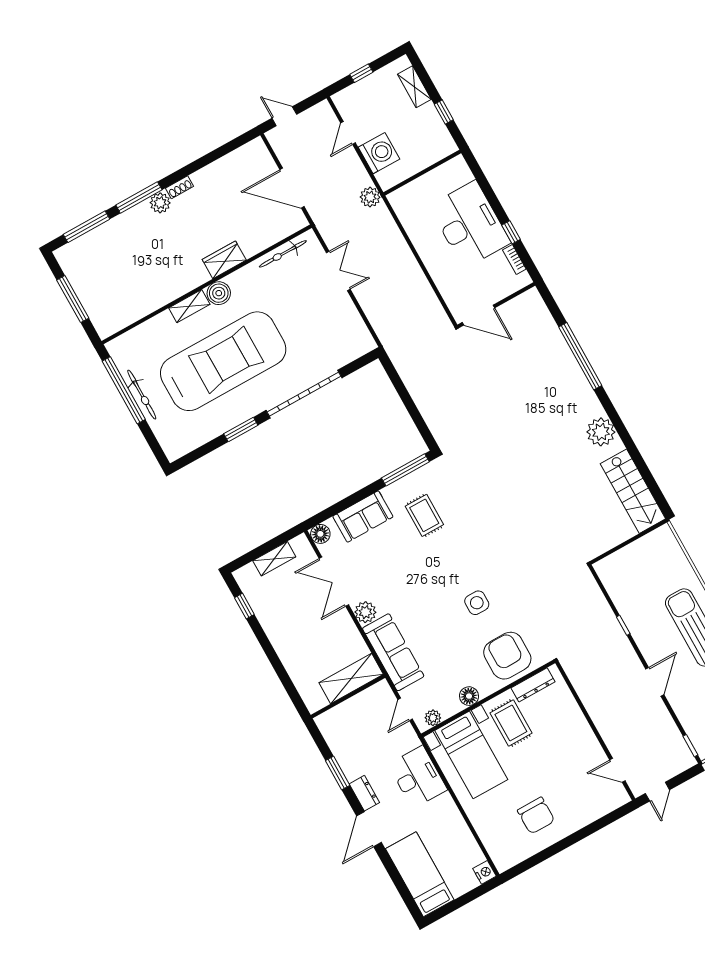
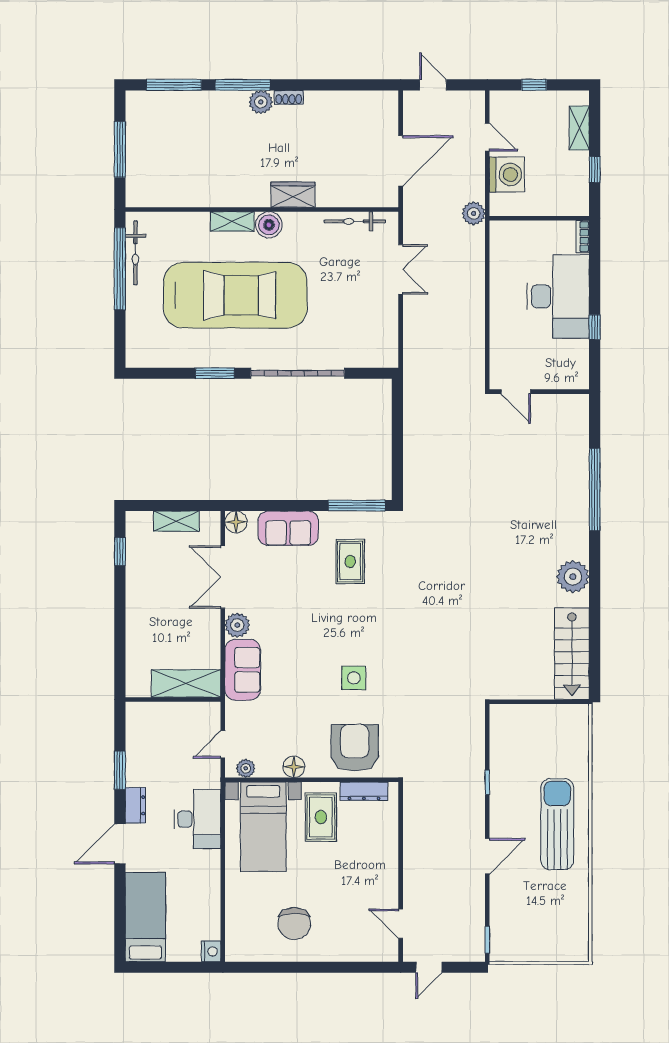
door: (348, 133) -> (487, 137), swing flipped
door: (292, 188) -> (401, 161), swing flipped
bookcase: (514, 259) -> (583, 237), moved
door: (478, 315) -> (516, 392), width x0.73
bicycle: (142, 395) -> (135, 253), moved
sofa: (393, 652) -> (243, 670), width x0.73

